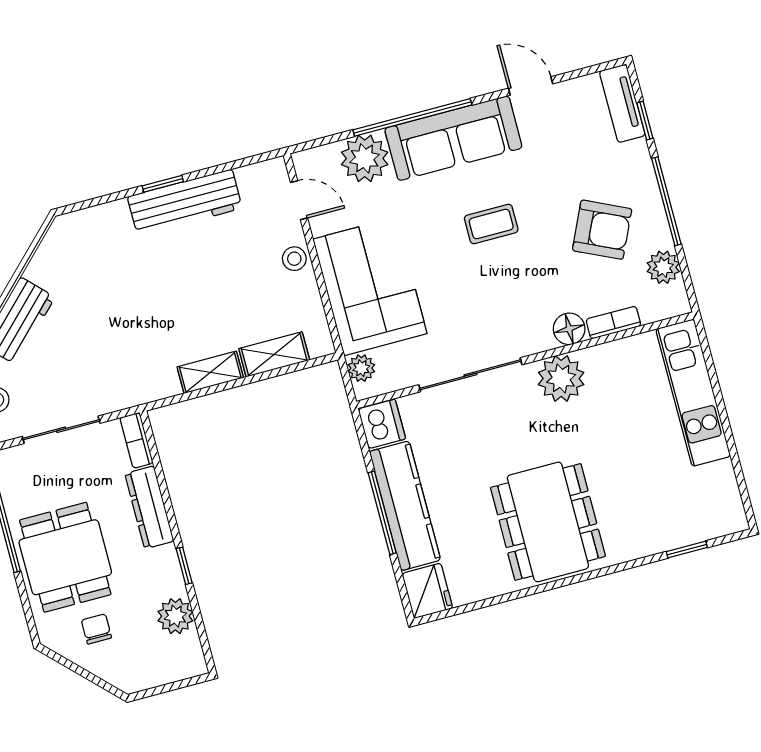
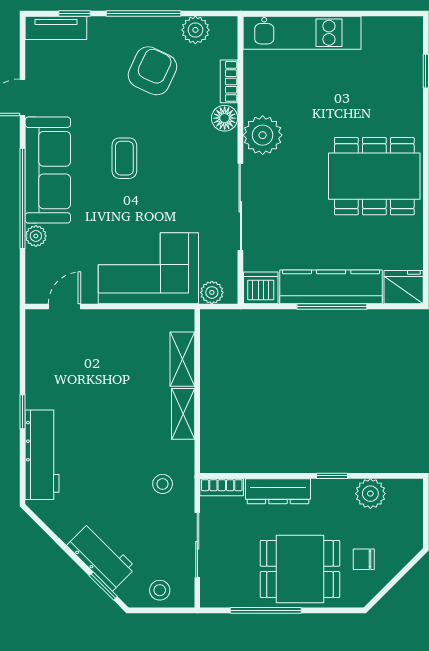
plant: (365, 158) -> (36, 236), width x0.53, depth x0.53
workbench: (185, 202) -> (42, 455), moved
stool: (294, 259) -> (163, 484), moved

